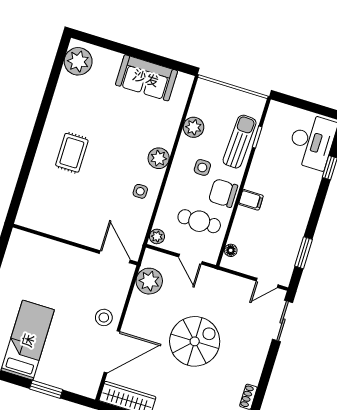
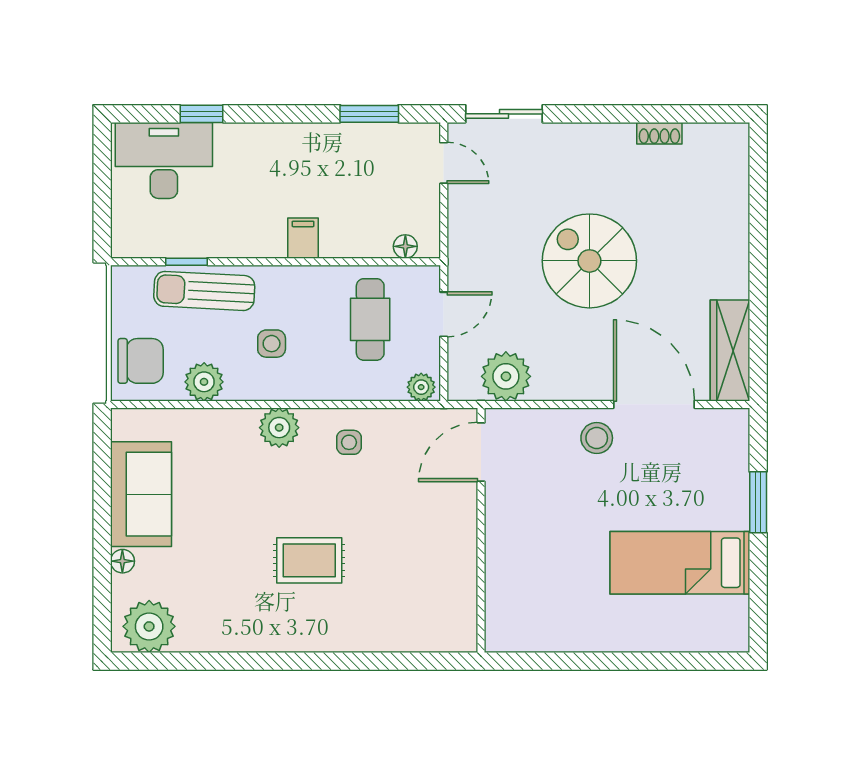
floor lamp: (115, 58) -> (122, 561), added
rug: (72, 153) -> (309, 560), moved
chair: (223, 193) -> (141, 361), moved, turned -90

